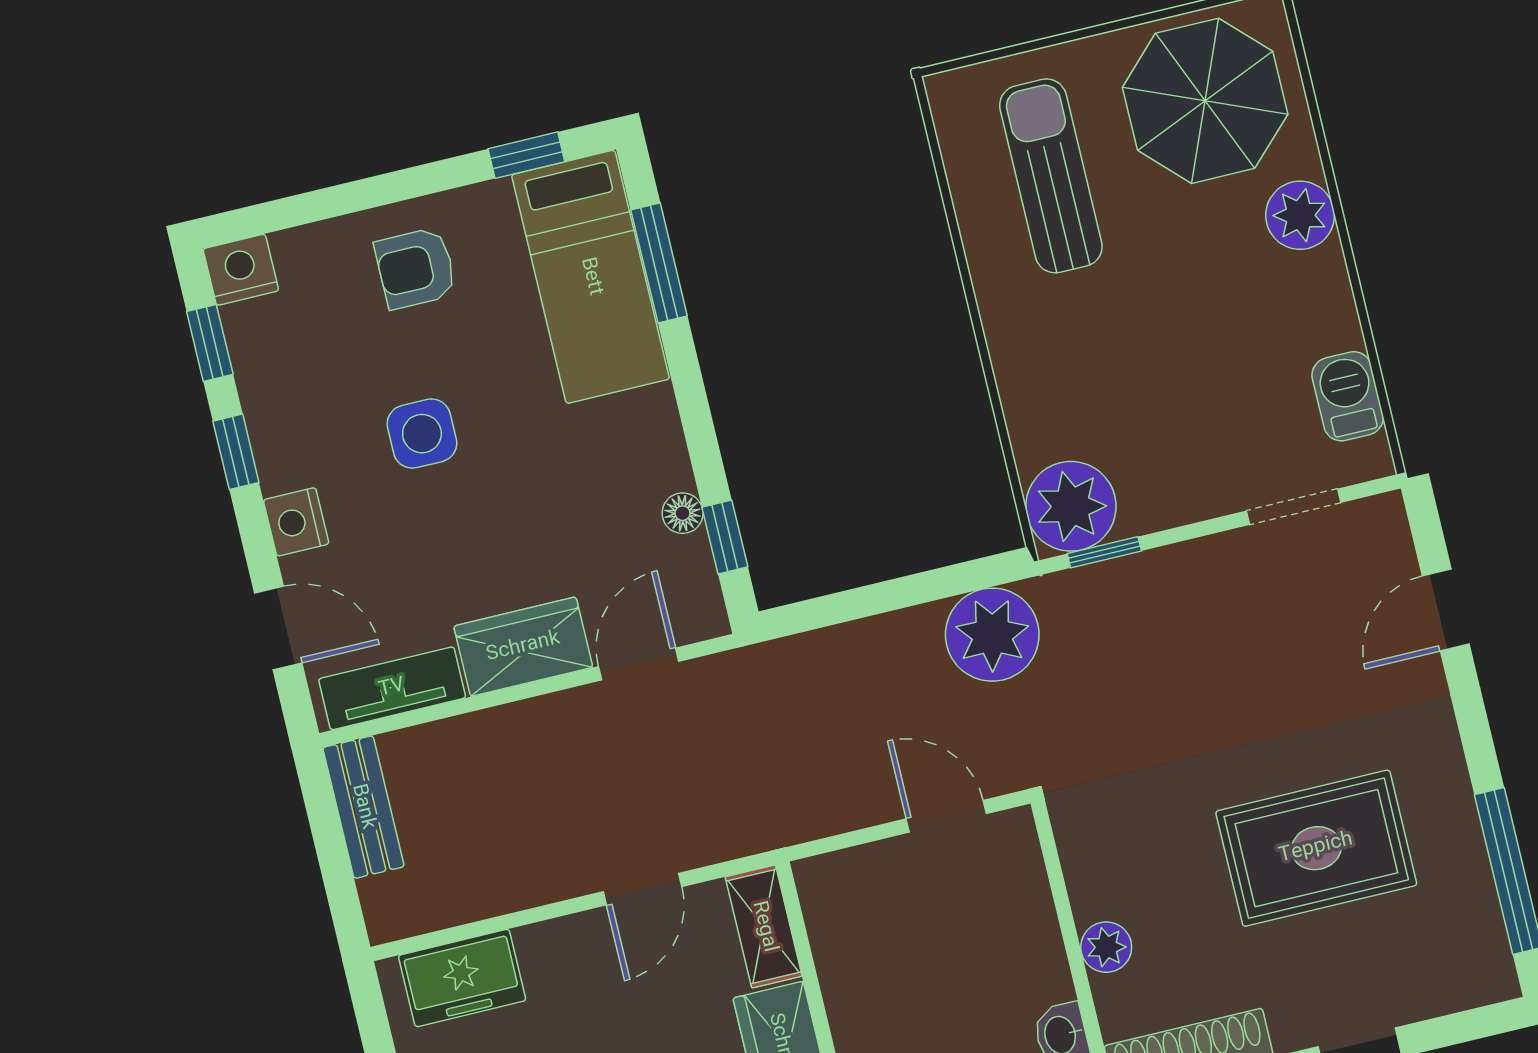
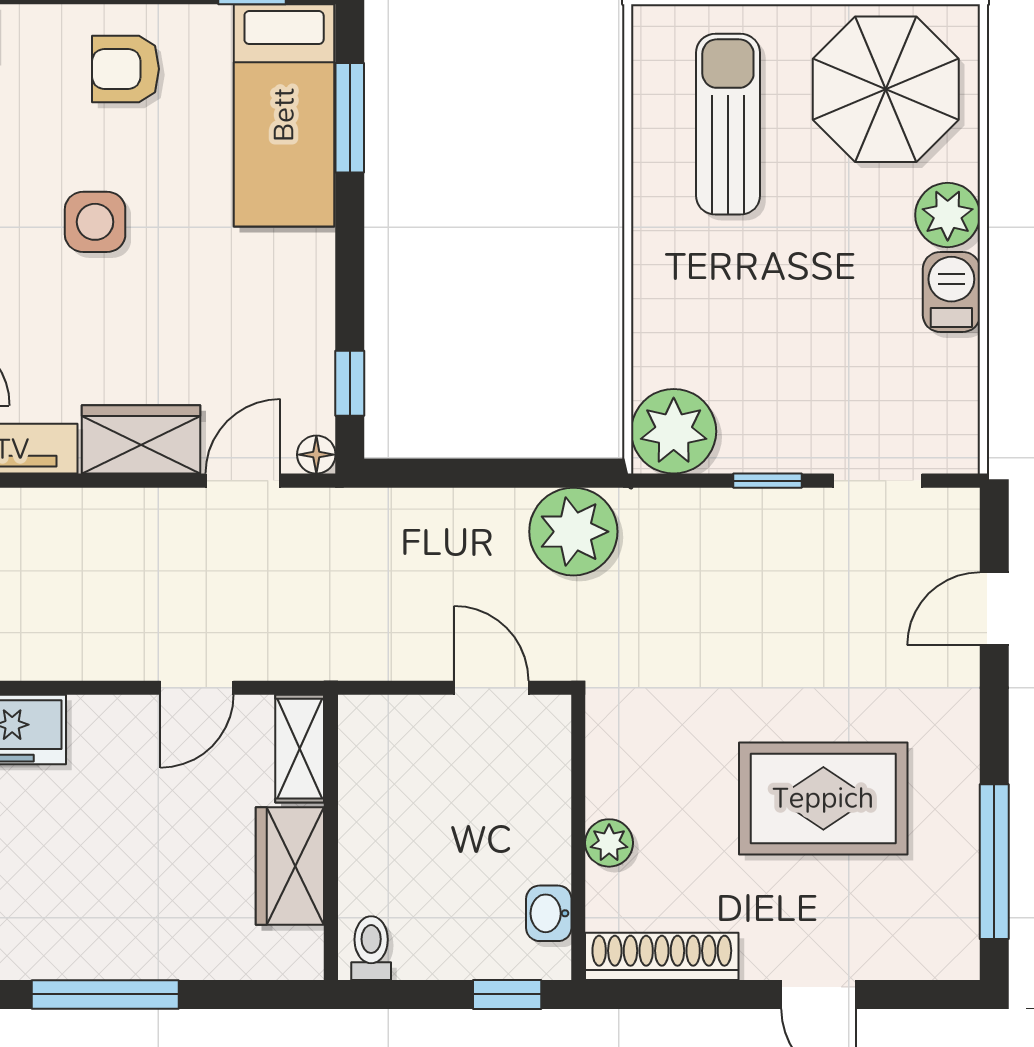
barbecue: (1348, 396) -> (951, 292), moved
floor lamp: (683, 513) -> (316, 455), moved
window: (1104, 552) -> (768, 481), moved

